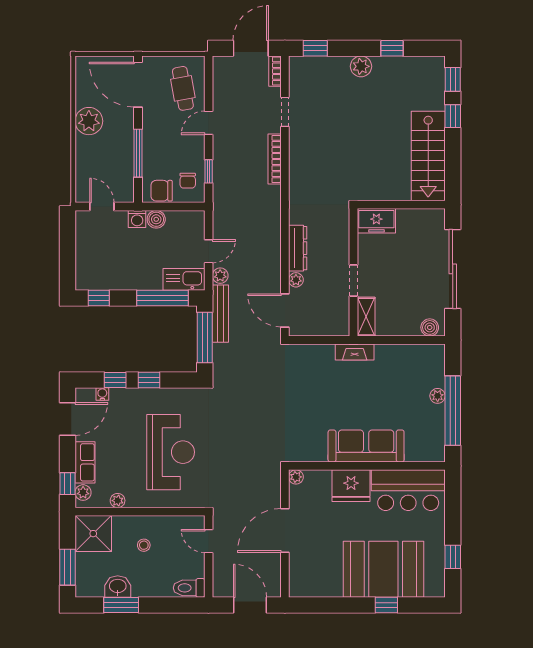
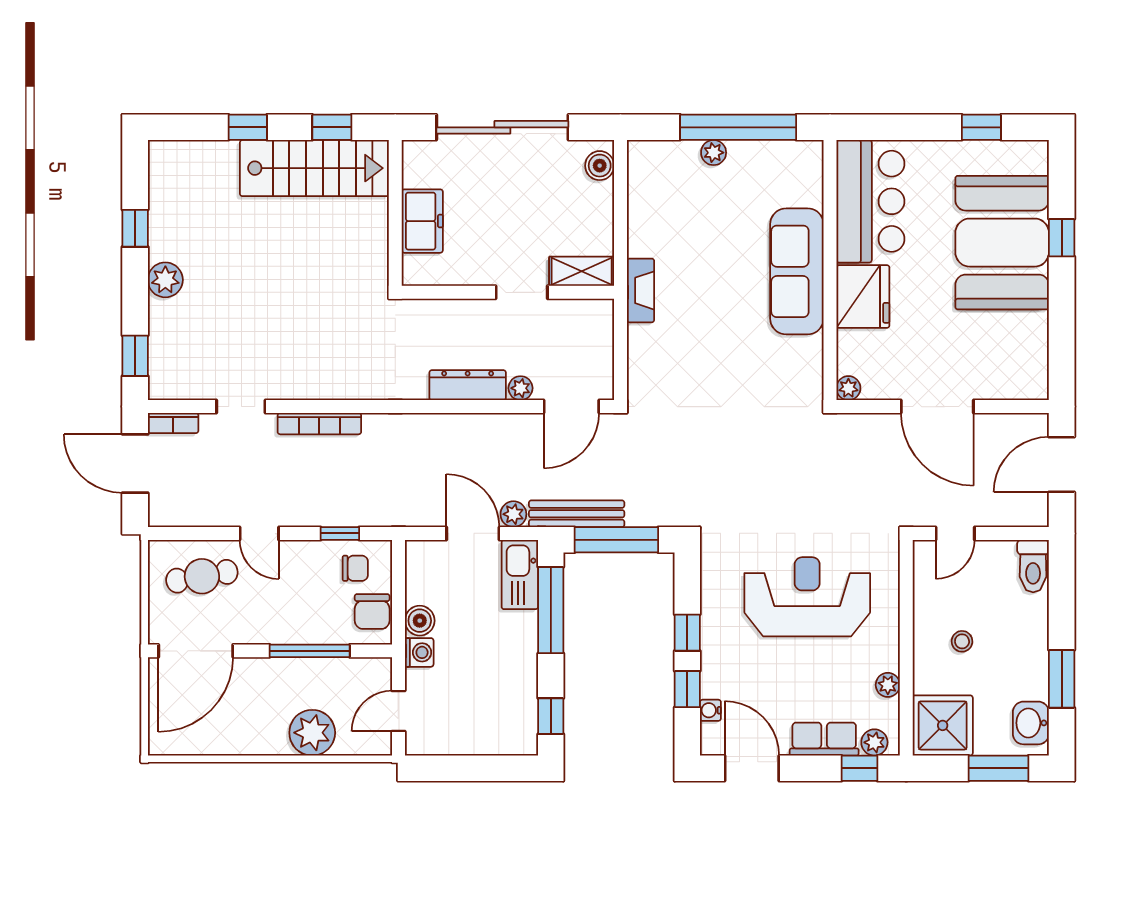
window: (453, 79) -> (332, 127), moved
plant: (89, 121) -> (312, 733), moved
freezer: (376, 221) -> (422, 221), moved
door: (209, 251) -> (473, 533), width x1.37
washbasin: (118, 587) -> (1031, 723), moved

